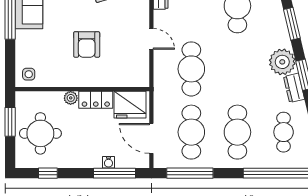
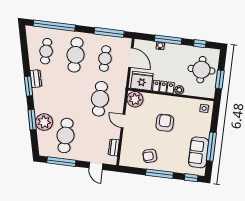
plant: (282, 62) -> (44, 122), moved
plant: (137, 75) -> (135, 99), added
cafe table: (191, 132) -> (105, 59), width x0.73, depth x0.74
window: (114, 173) -> (168, 40), moved

